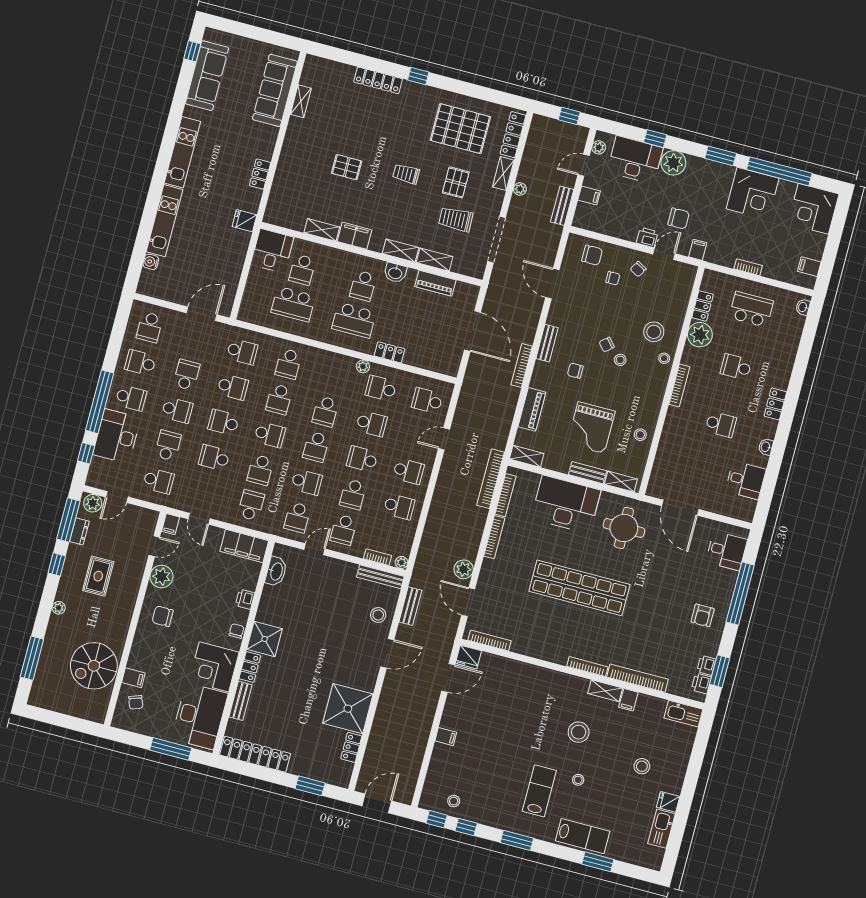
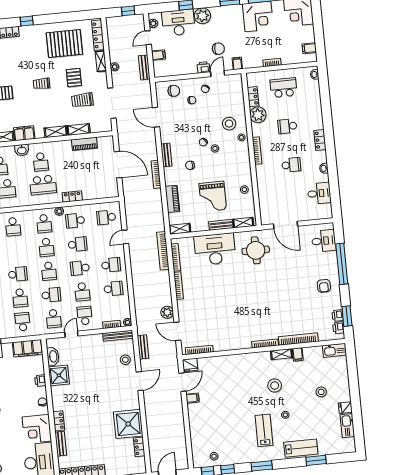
washbasin: (395, 273) -> (22, 150), moved
school desk: (279, 399) -> (44, 224), moved
school desk: (344, 530) -> (85, 316), turned 180
shop shelf: (579, 588) -> (242, 297), removed
shower: (265, 639) -> (59, 375), moved
filing cabinet: (446, 737) -> (192, 398), moved

